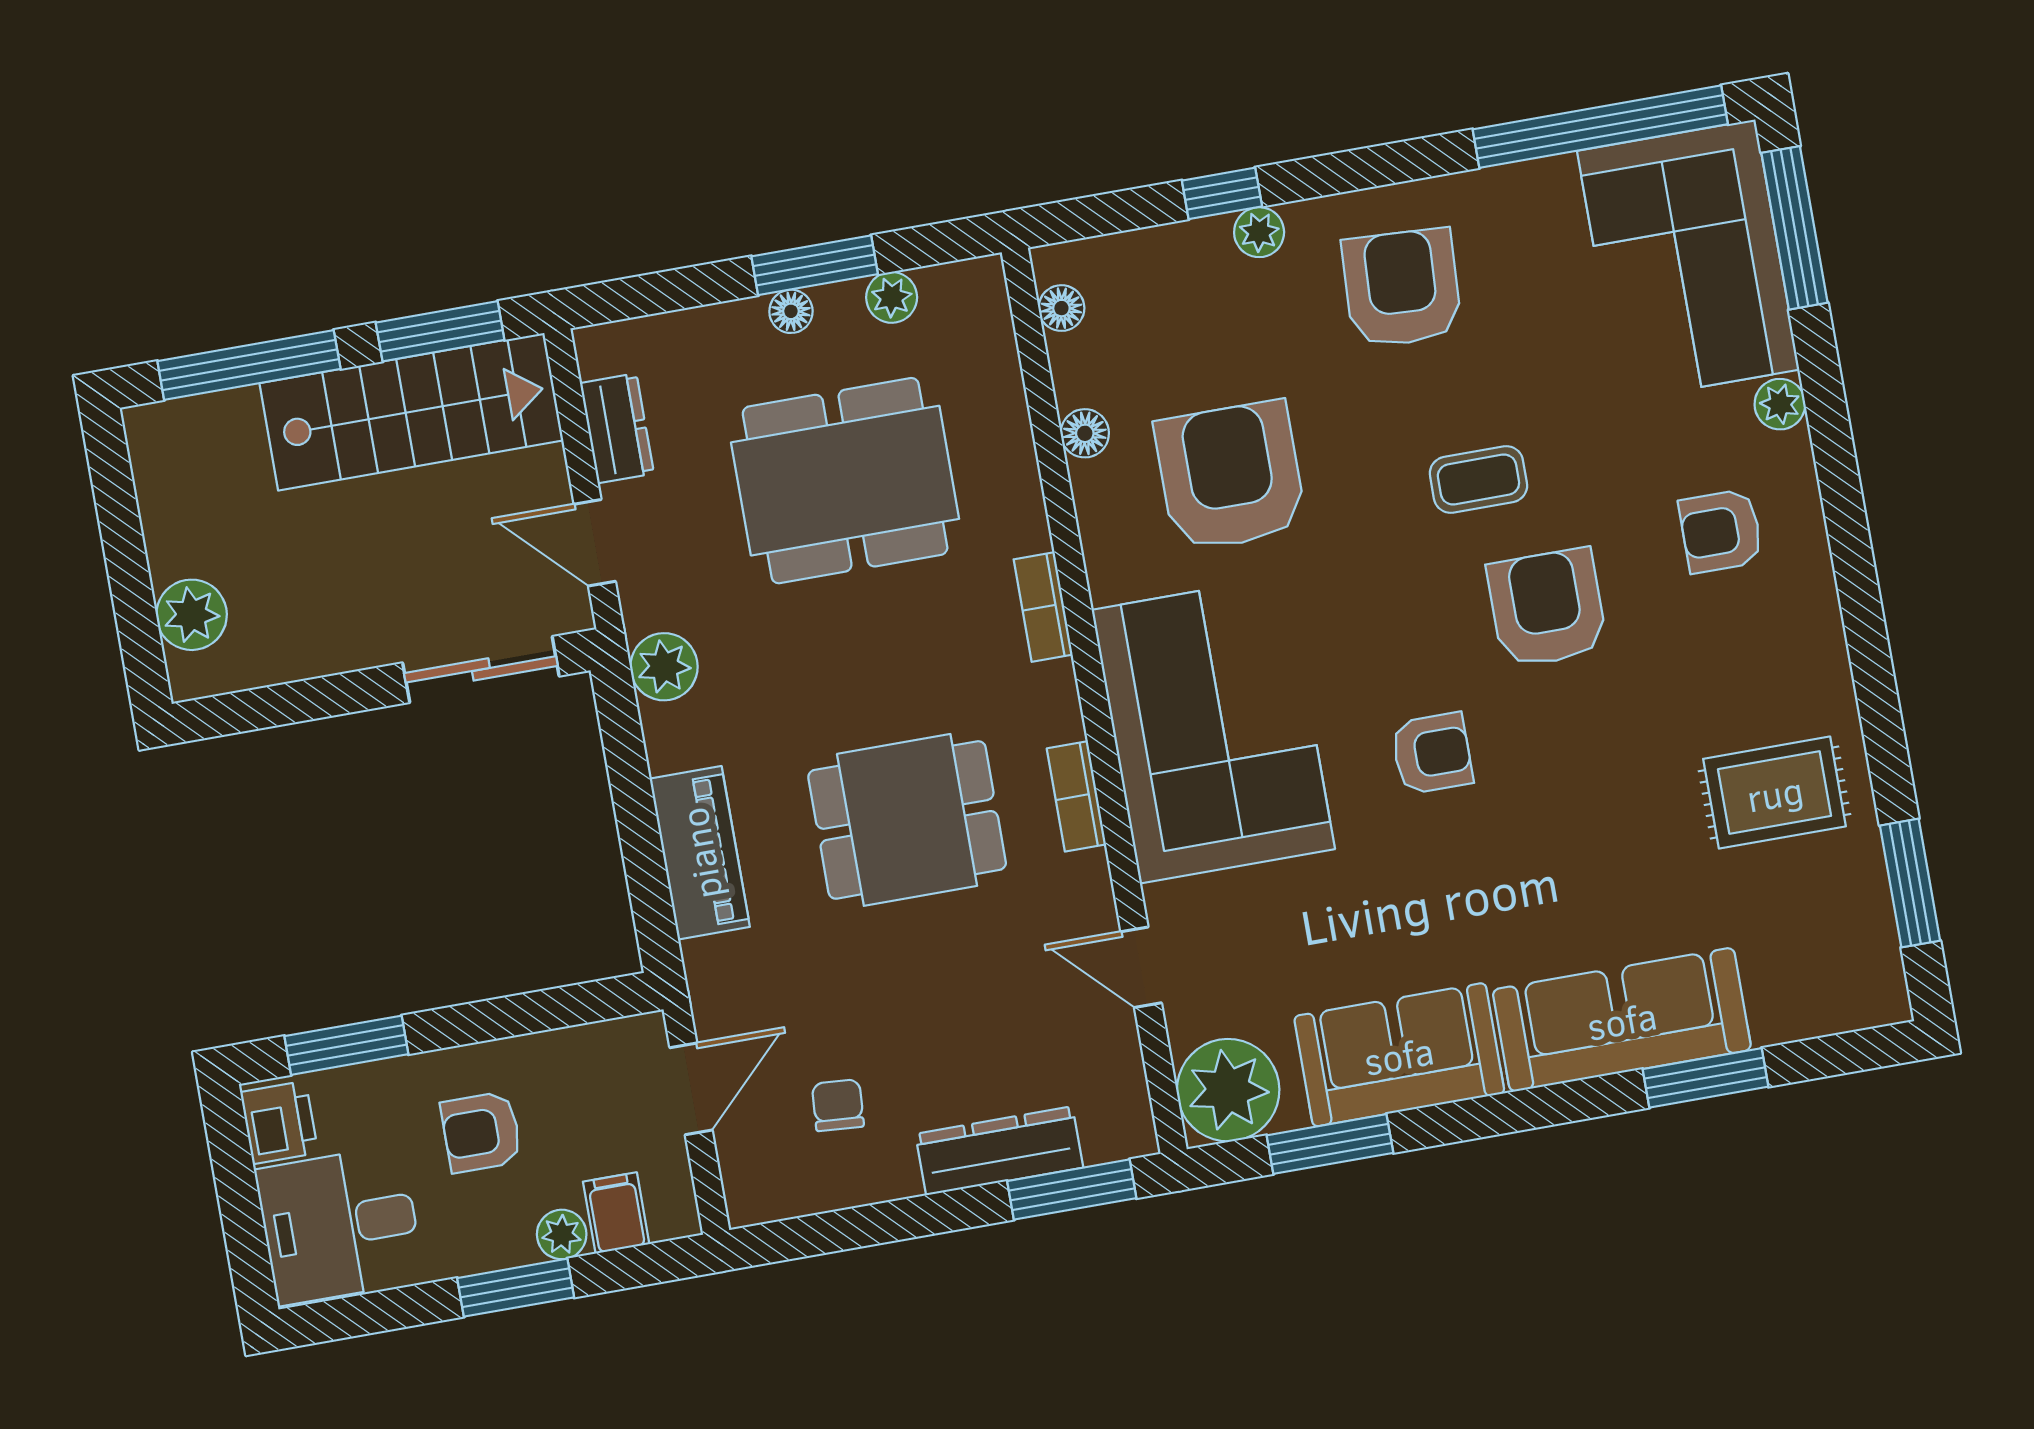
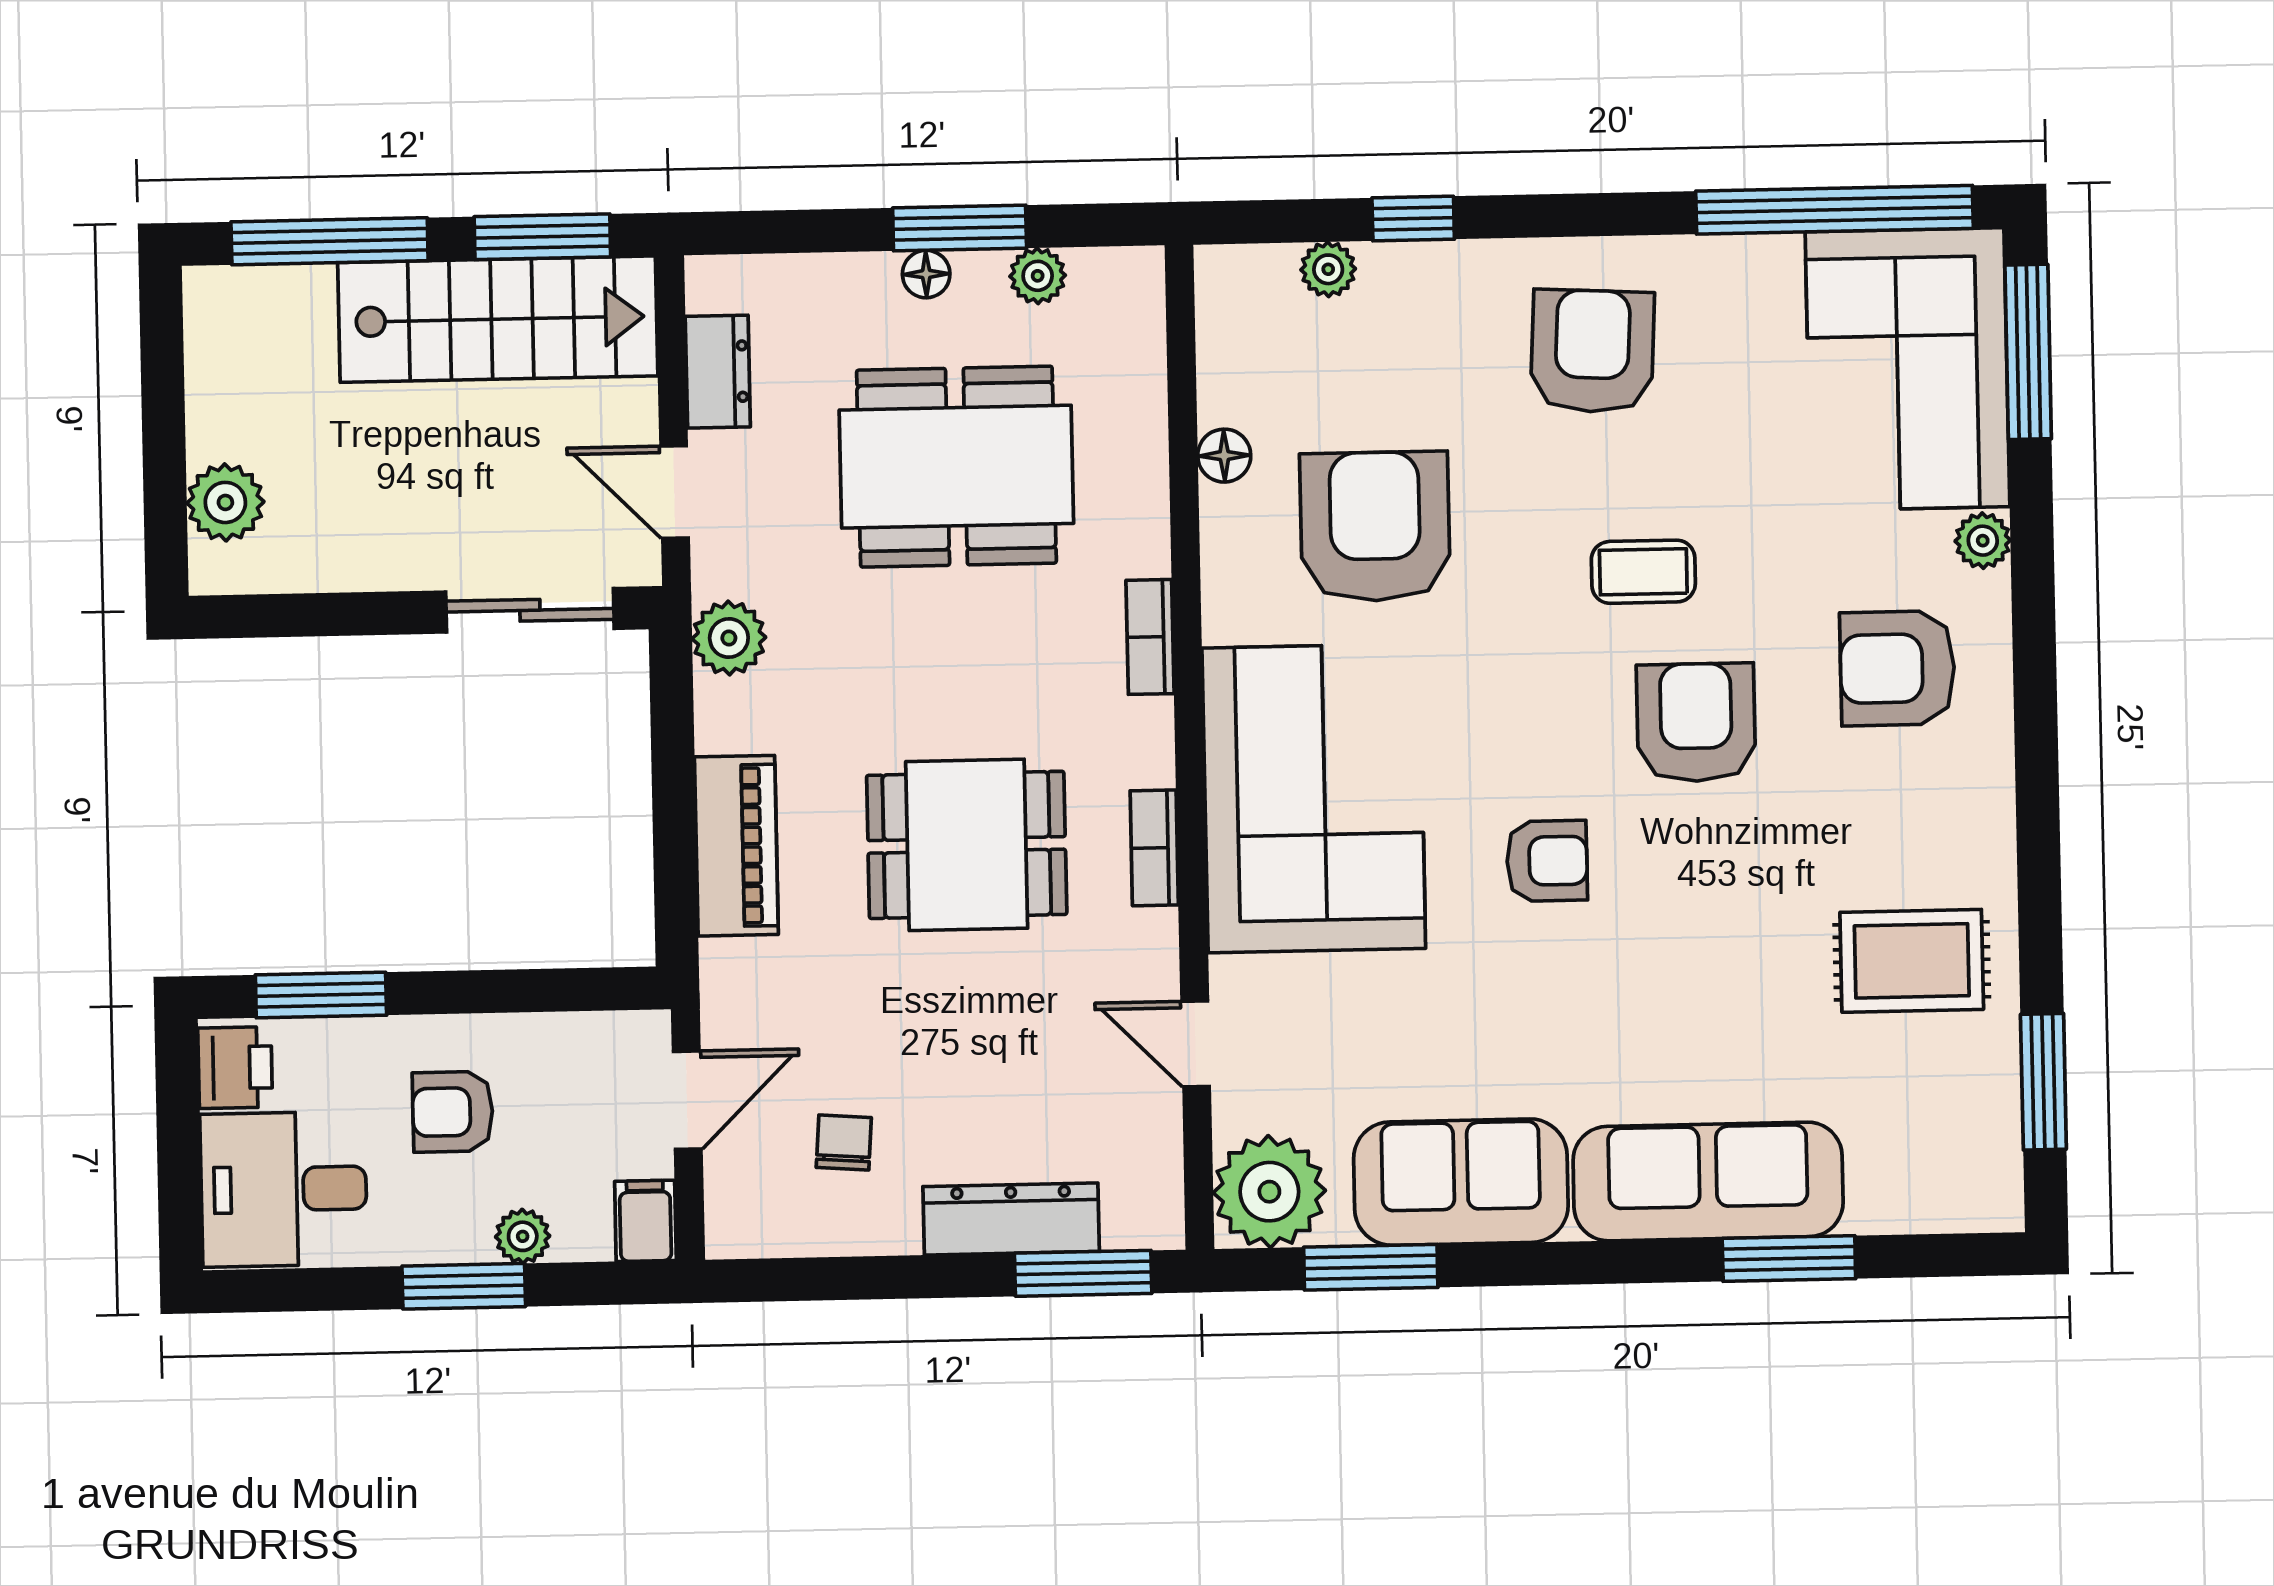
plant: (1259, 232) -> (1328, 269), moved
floor lamp: (1061, 308) -> (1220, 316), removed
armchair: (1721, 531) -> (1897, 668), width x1.38, depth x1.38
filing cabinet: (616, 1213) -> (645, 1221), moved

